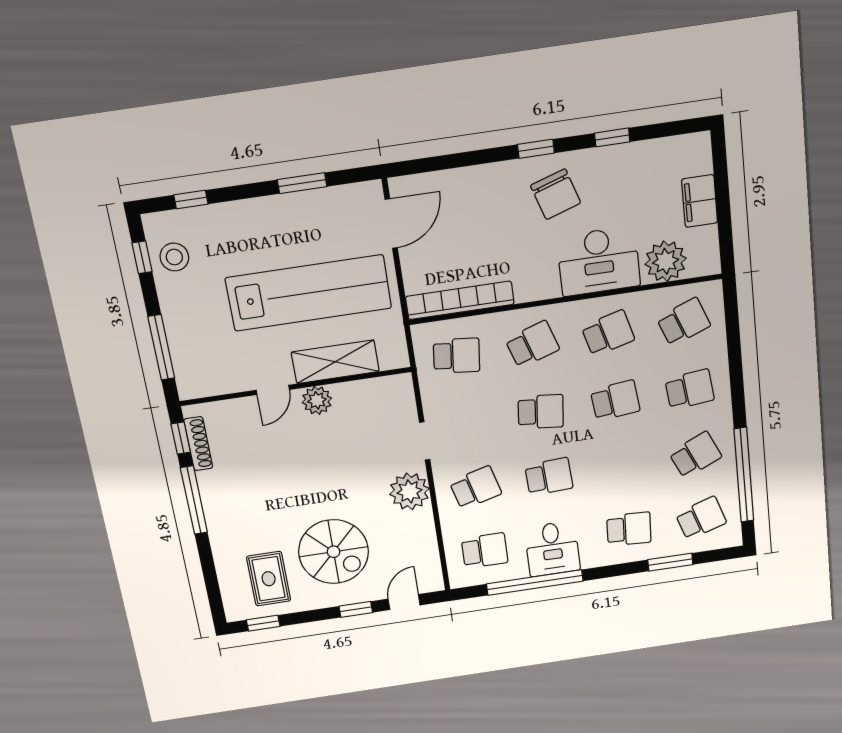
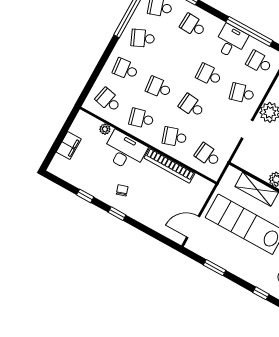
chair: (556, 194) -> (122, 190), width x0.54, depth x0.54
plant: (666, 261) -> (105, 129), width x0.53, depth x0.53
bookcase: (460, 300) -> (169, 166), moved
school desk: (684, 322) -> (108, 100), turned 33

